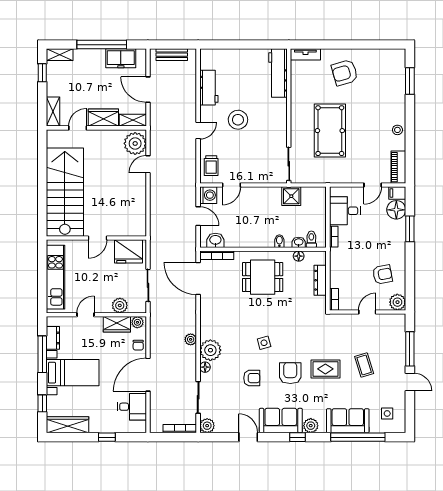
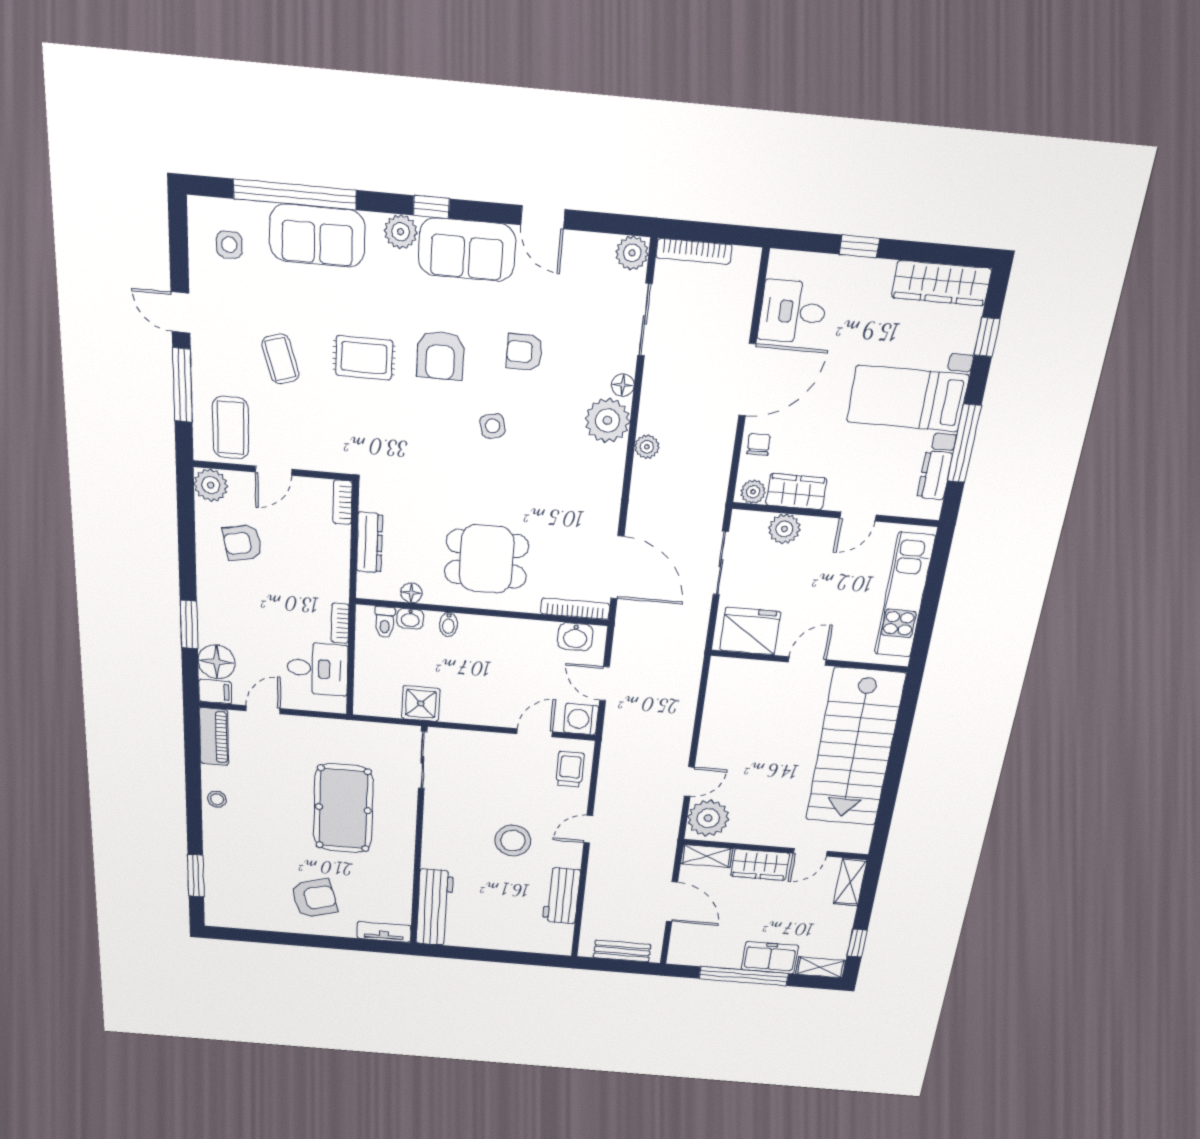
freezer: (121, 58) -> (770, 958), moved
coffee table: (388, 331) -> (231, 428), added

